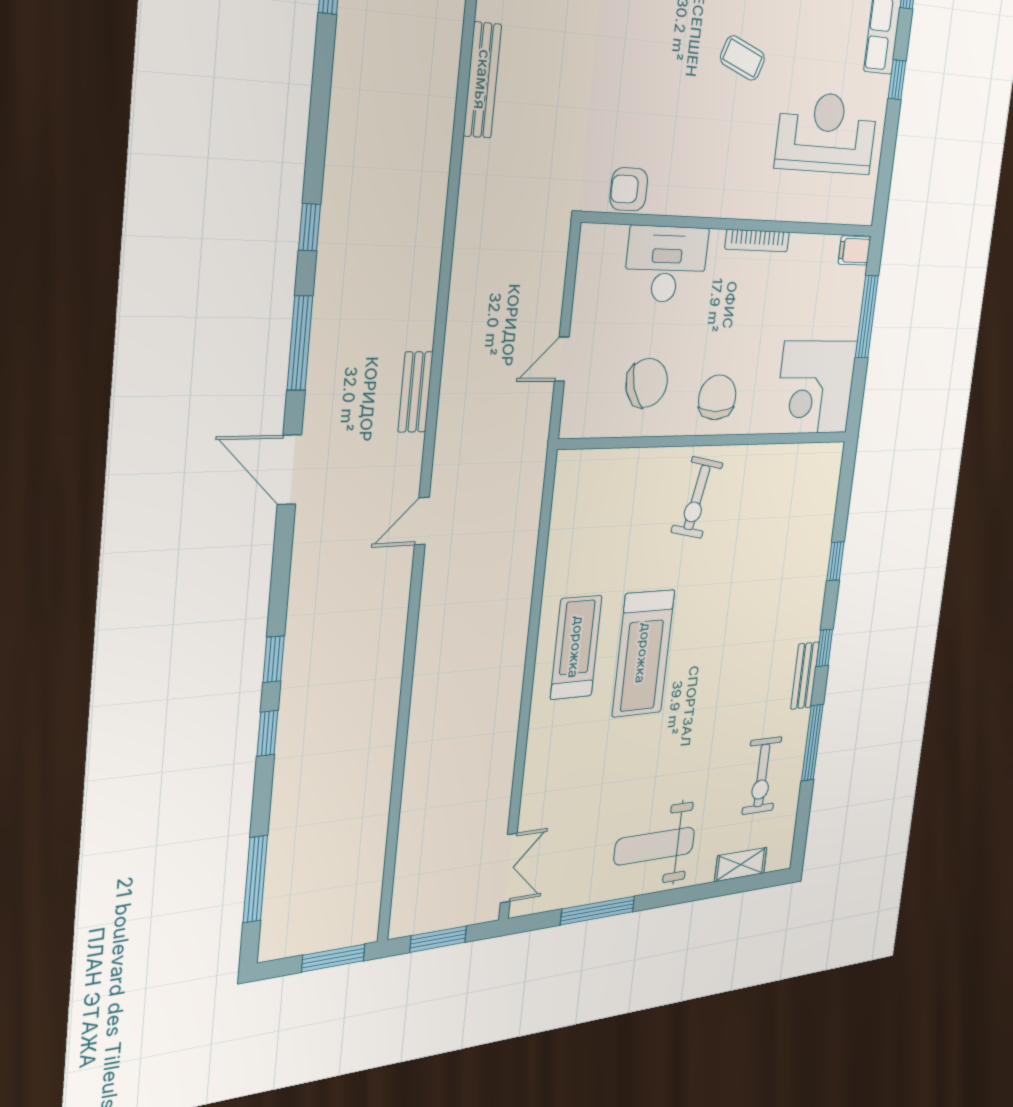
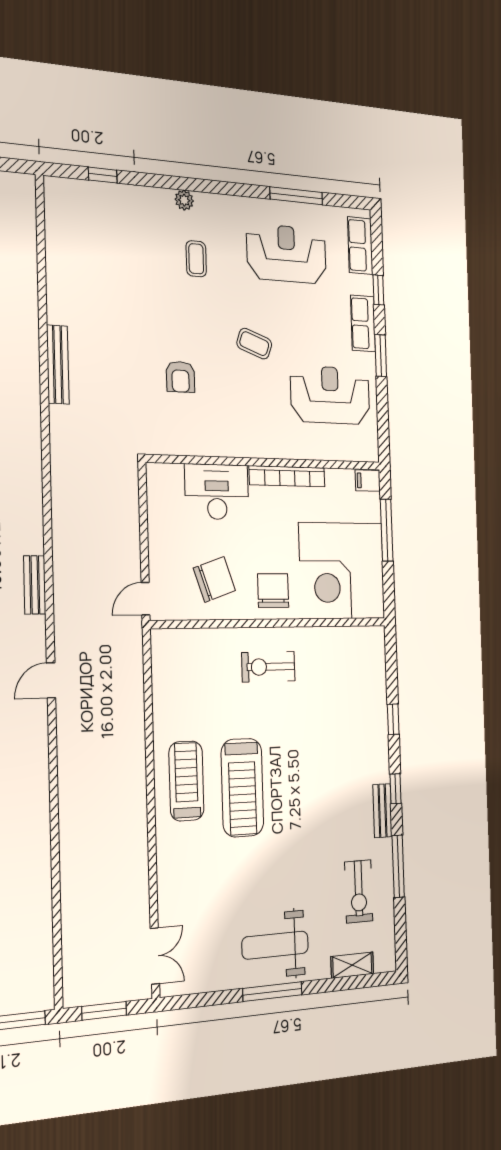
window: (897, 80) -> (381, 356), width x1.50
armchair: (629, 189) -> (181, 377), moved, turned -90
bookcase: (757, 241) -> (287, 476), width x1.48, depth x1.31
door: (562, 359) -> (145, 599), moved
corner desk: (816, 387) -> (342, 571), width x1.36, depth x1.36
exercise bike: (697, 498) -> (268, 667), turned 78
window: (598, 910) -> (272, 992), moved

